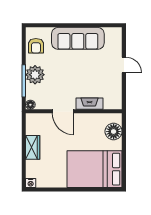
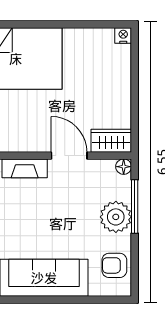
armchair: (36, 46) -> (114, 265), turned -90
wardrobe: (33, 147) -> (111, 141), moved, turned 90

